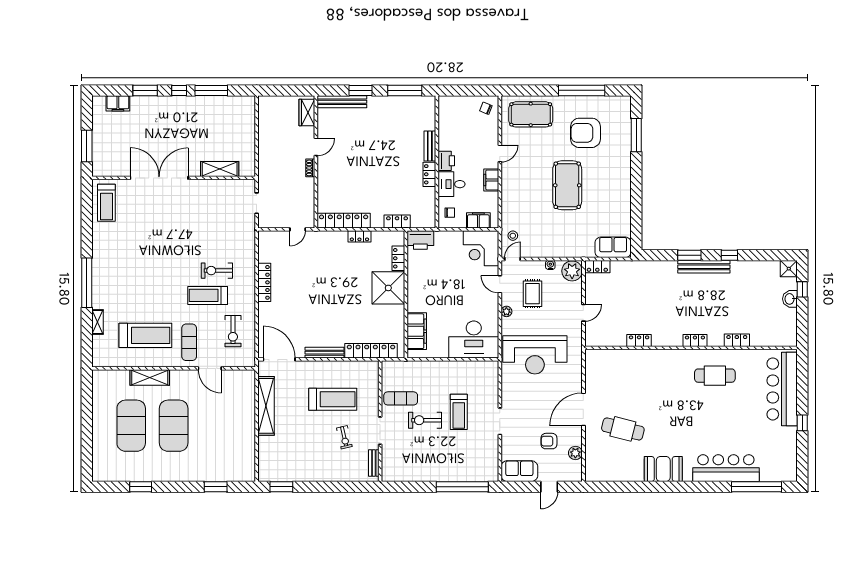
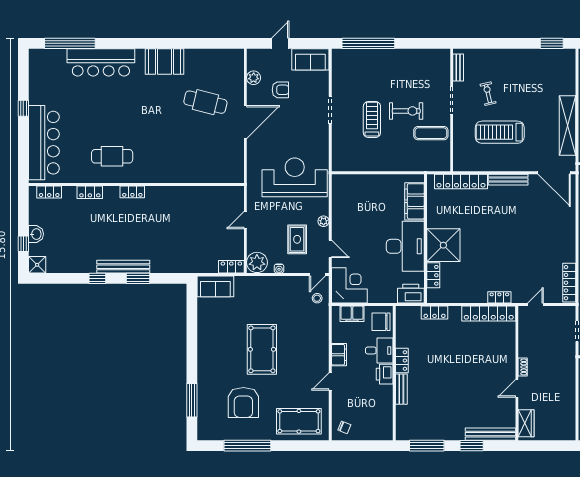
armchair: (585, 133) -> (243, 403), turned 90
chair: (450, 213) -> (381, 322), width x1.87, depth x1.87
locker: (359, 236) -> (499, 297), moved
locker: (264, 282) -> (569, 283), moved
desk: (474, 340) -> (405, 246), moved, turned 90
locker: (639, 340) -> (49, 192), moved

